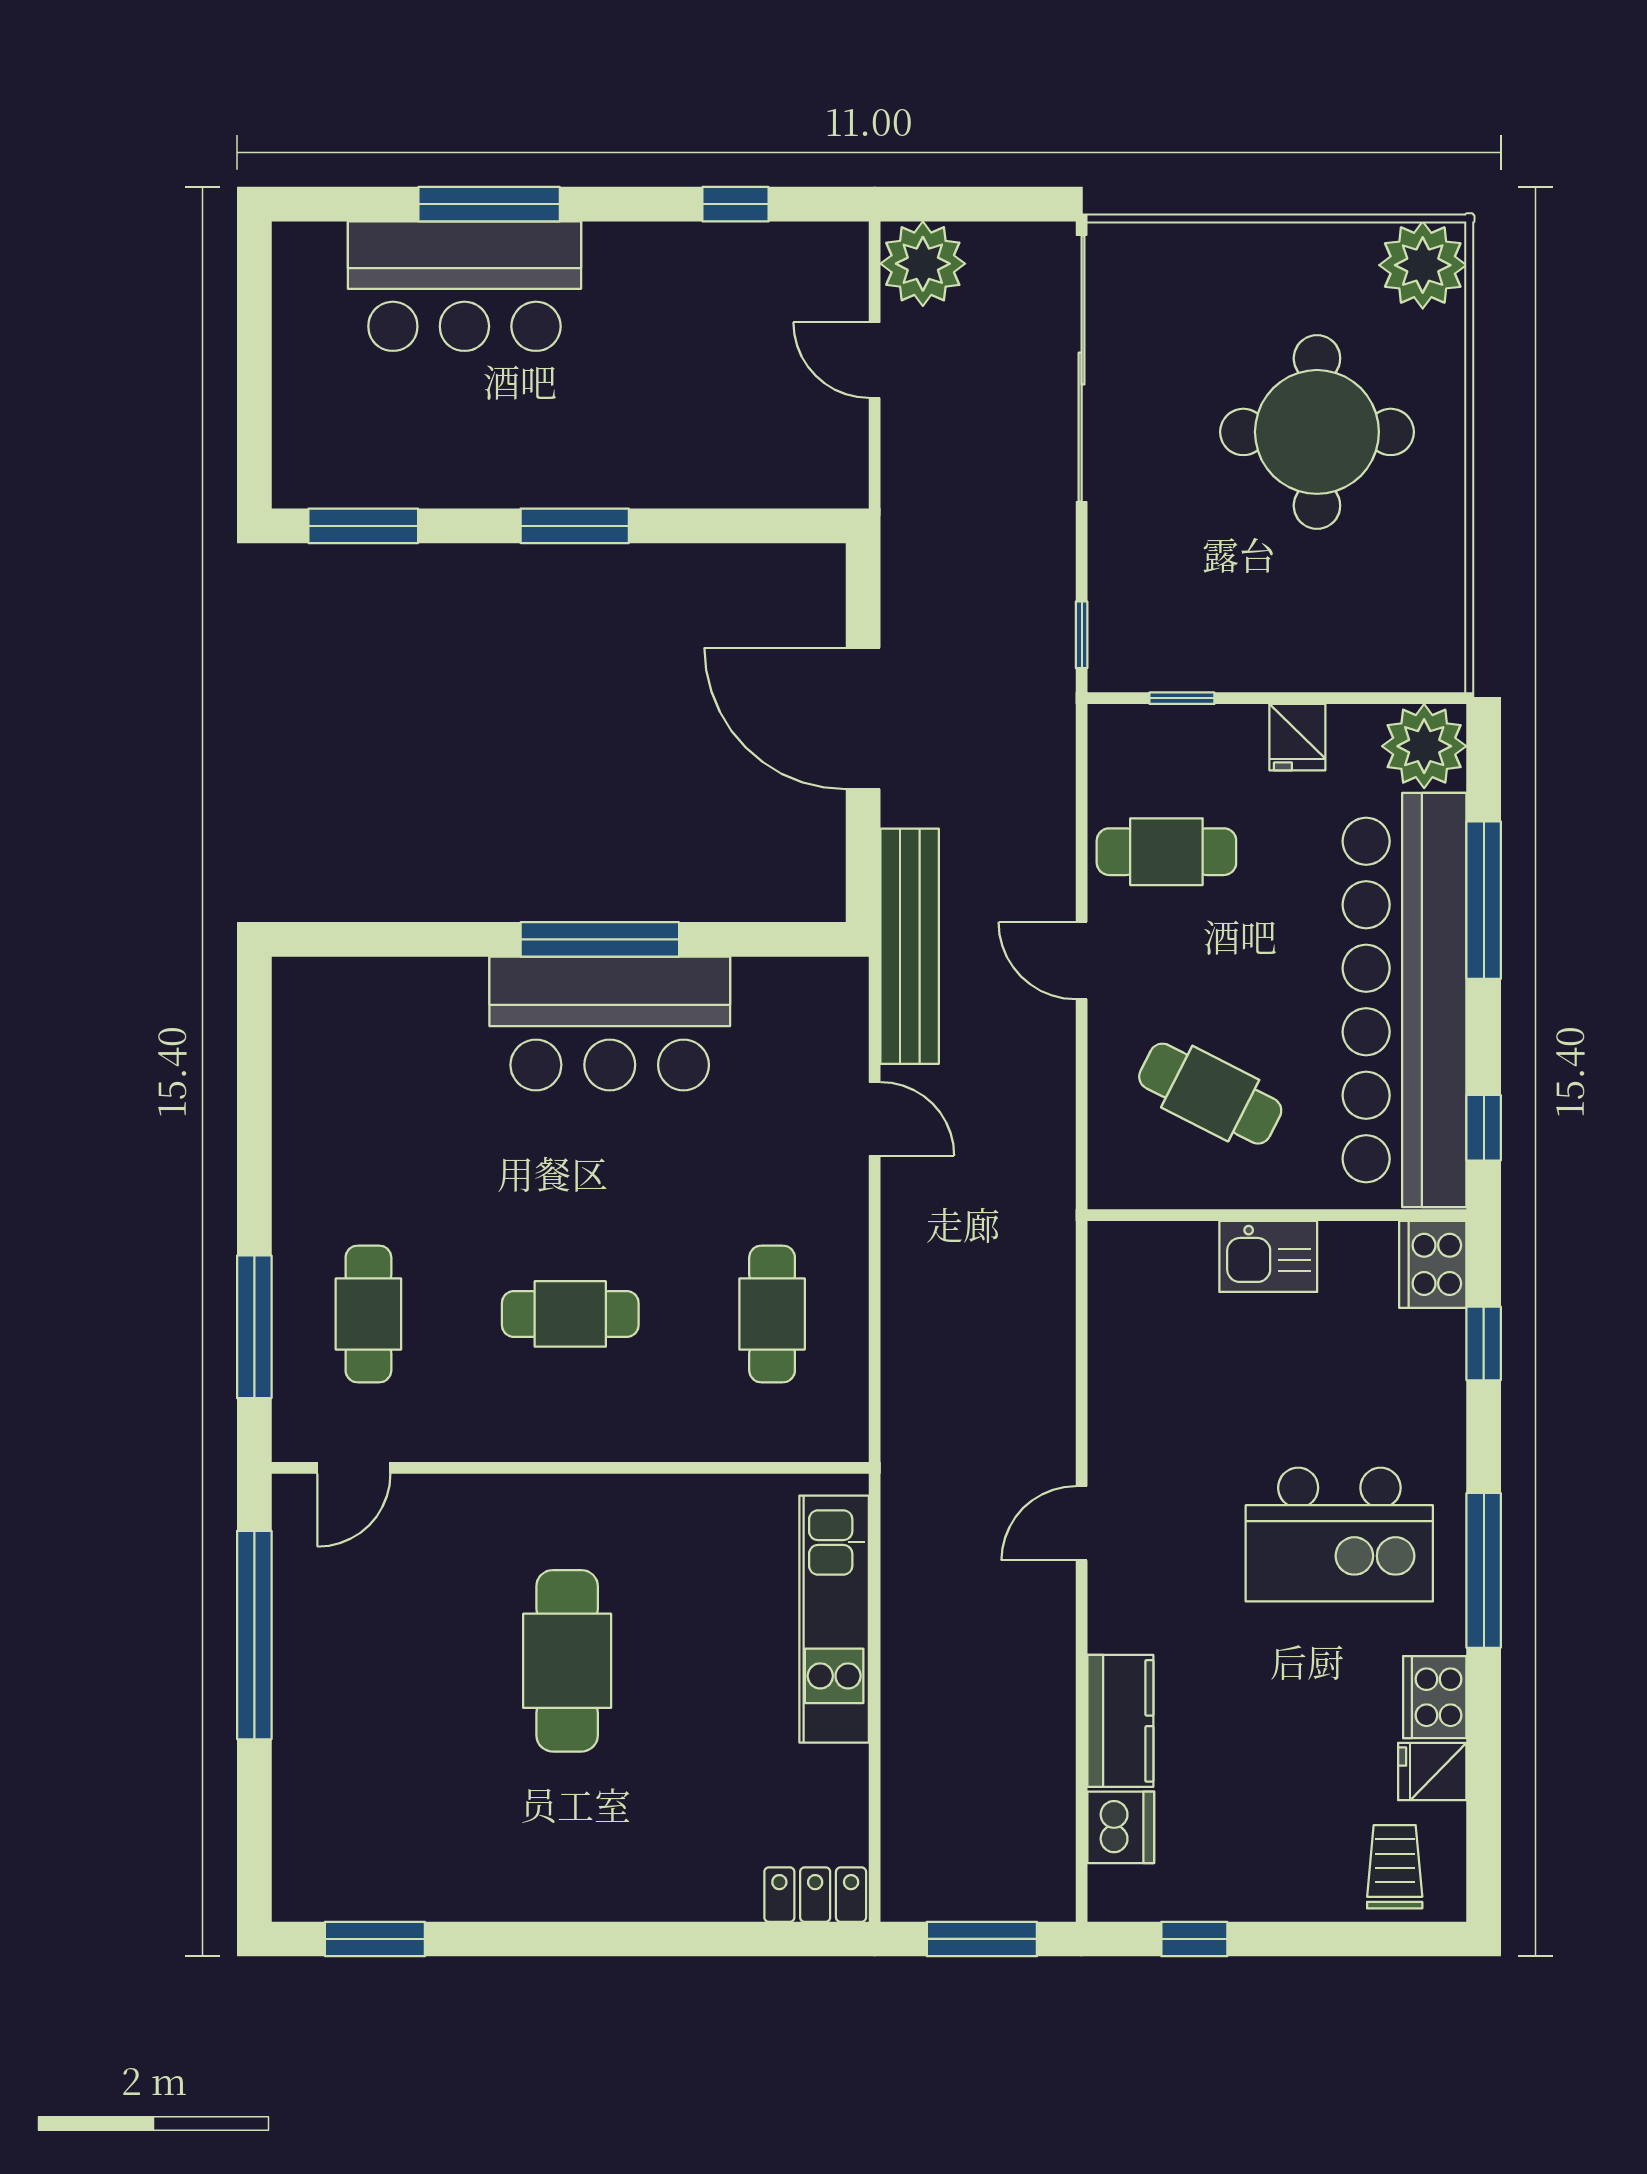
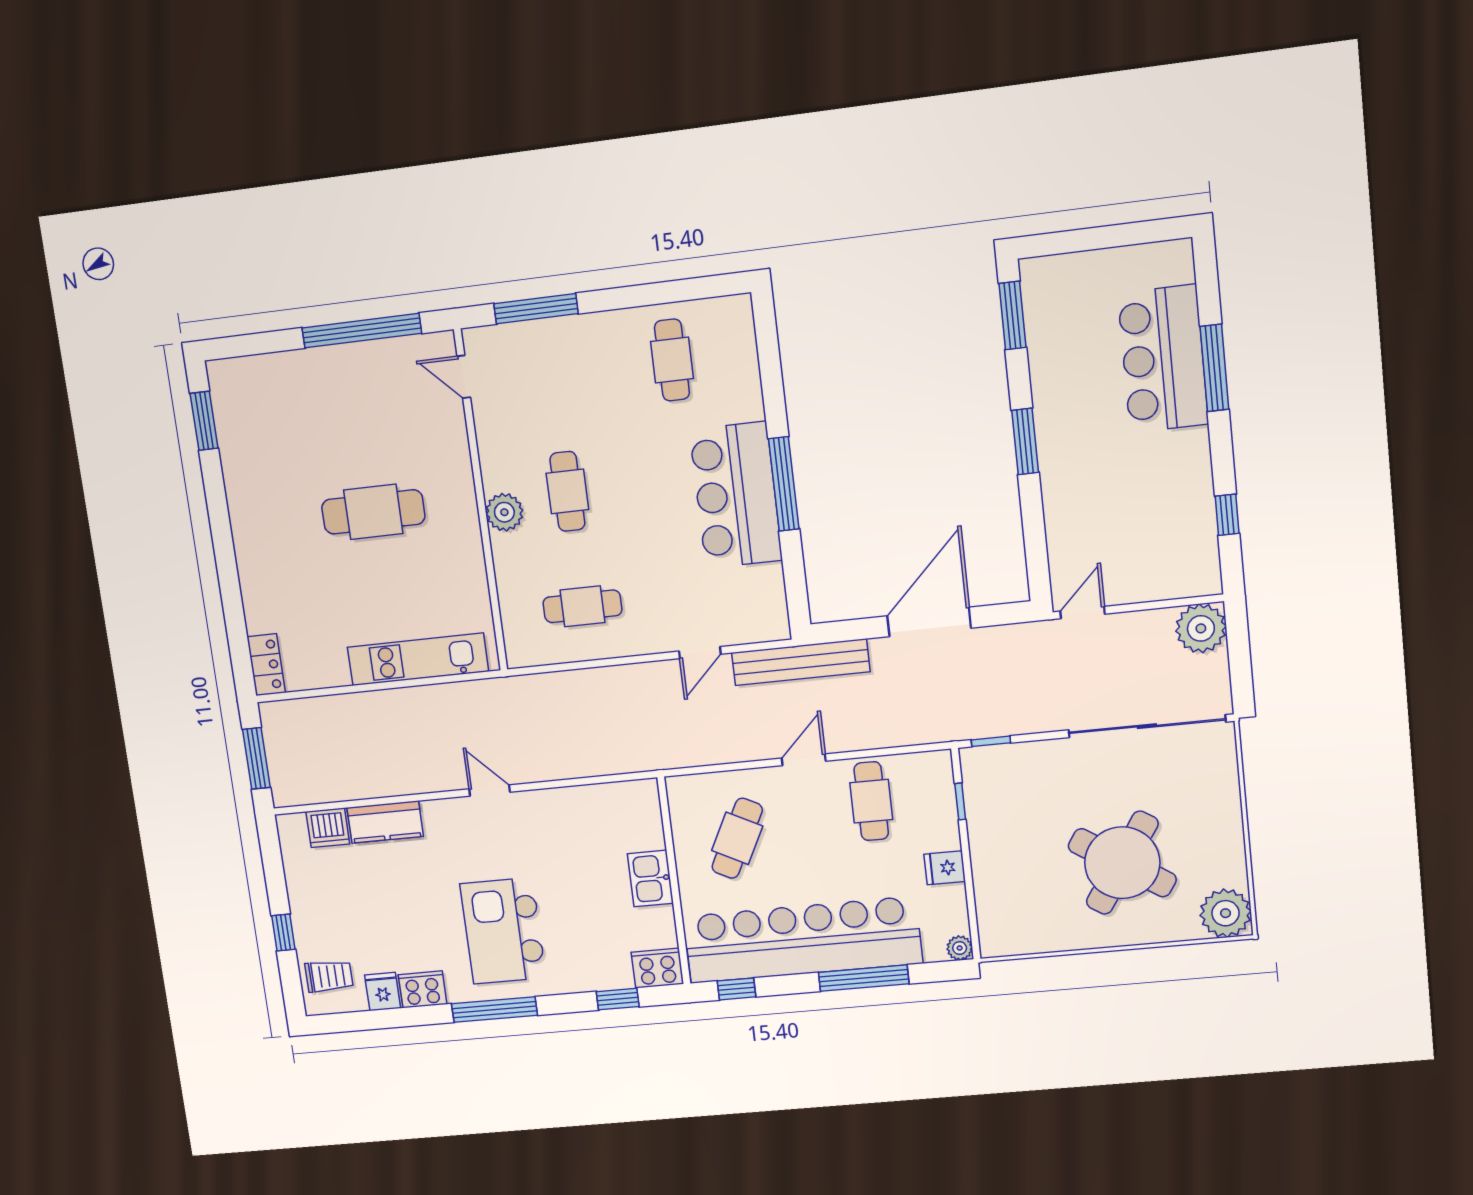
door: (875, 360) -> (1083, 613), moved
round table: (1317, 432) -> (1122, 863), turned 33
plant: (1424, 746) -> (960, 948), width x0.53, depth x0.53
cafe table: (368, 1314) -> (672, 360), moved, turned 90
plant: (594, 1429) -> (504, 512), added
window: (1194, 1939) -> (283, 933), moved

